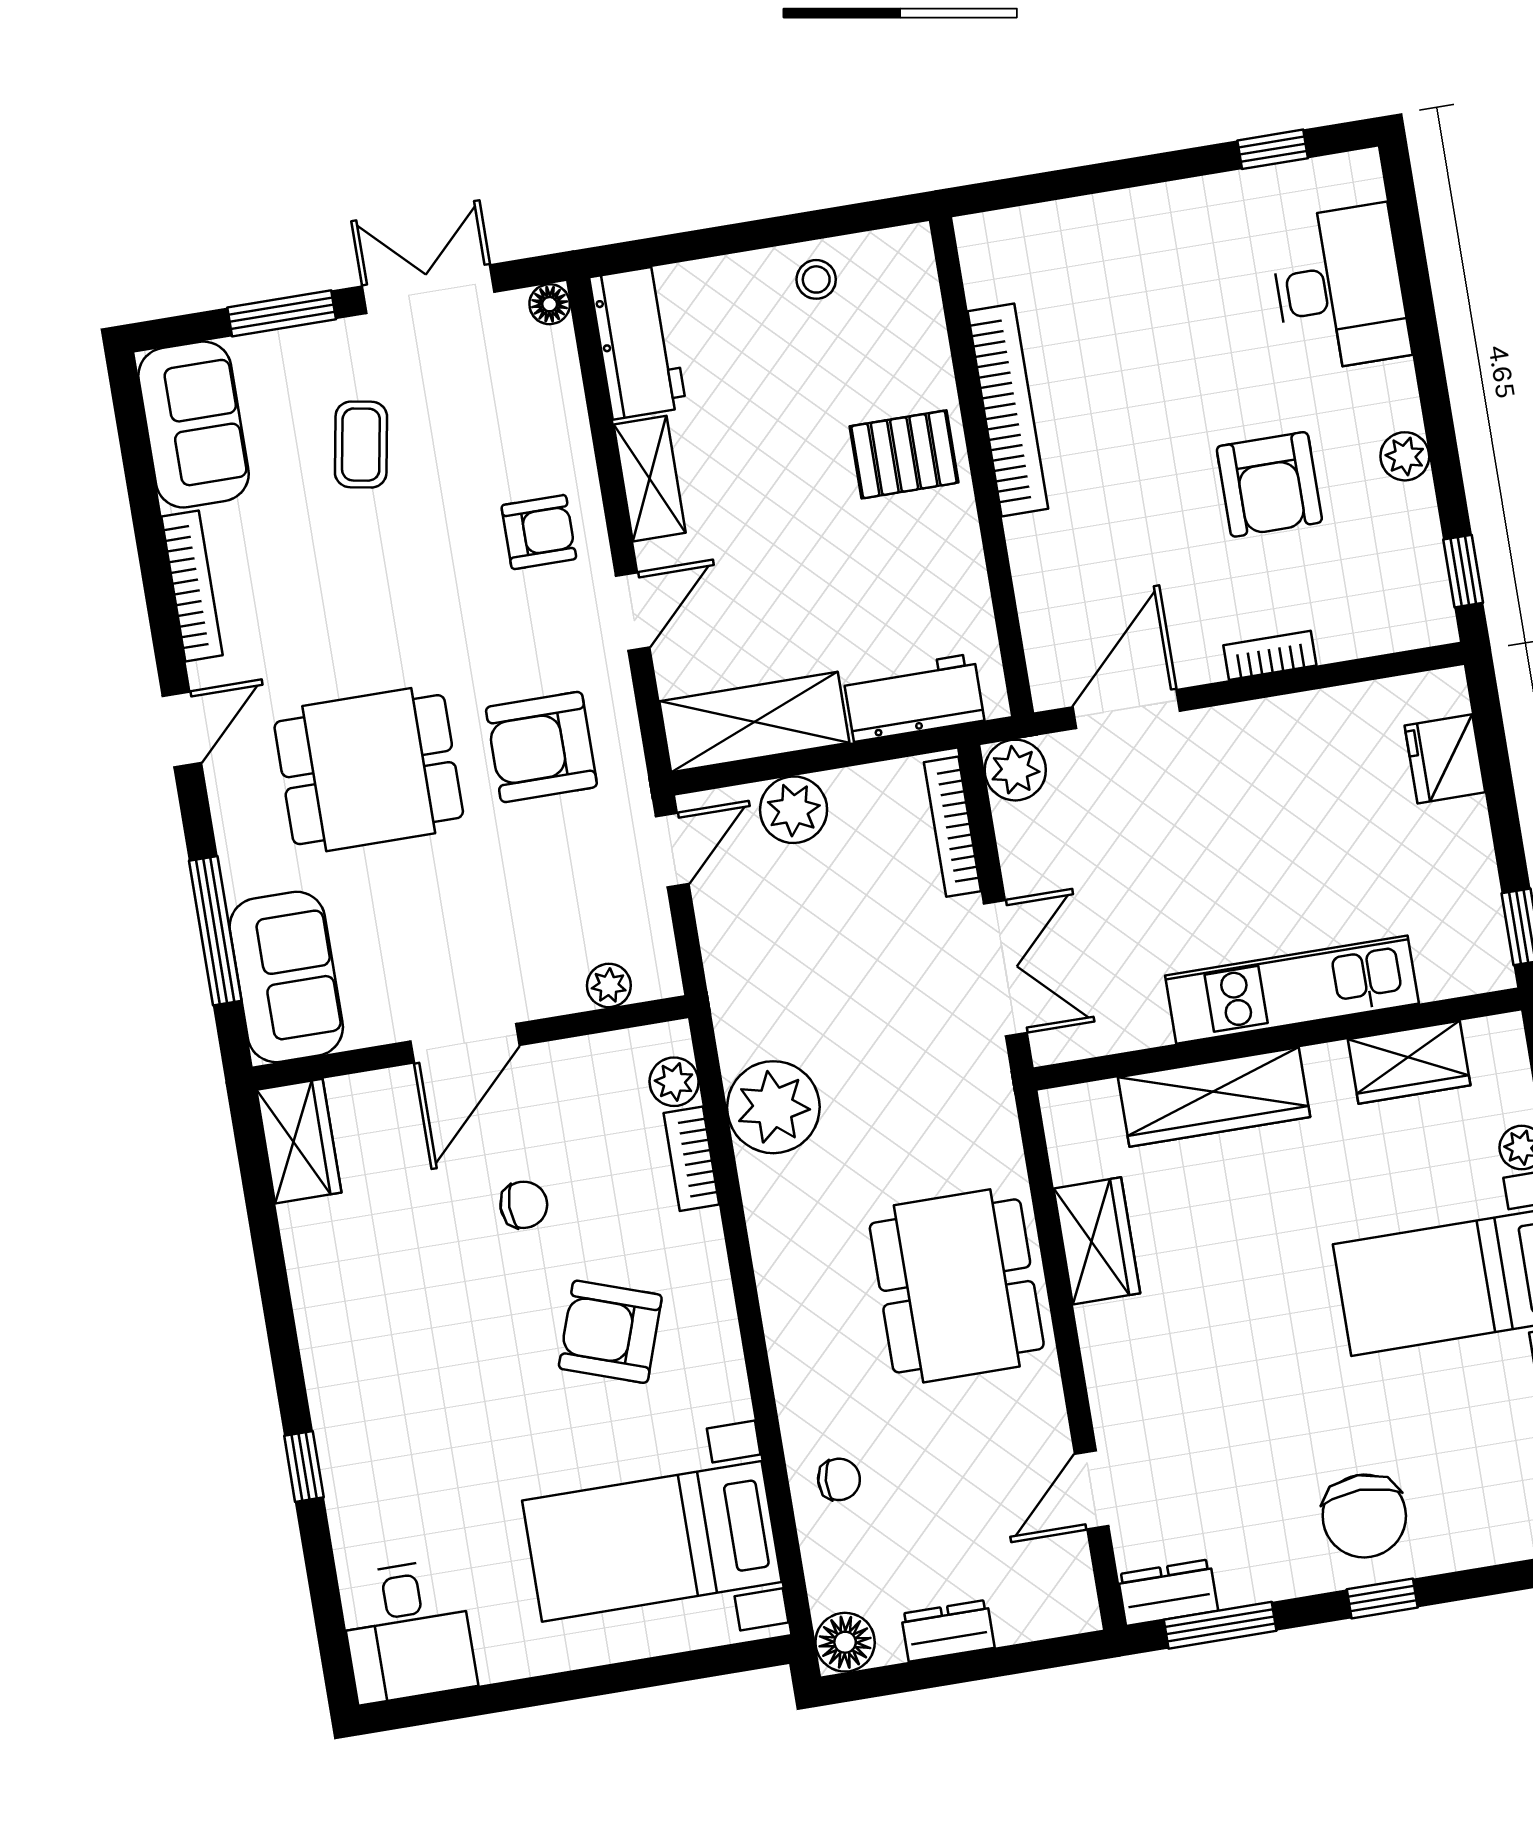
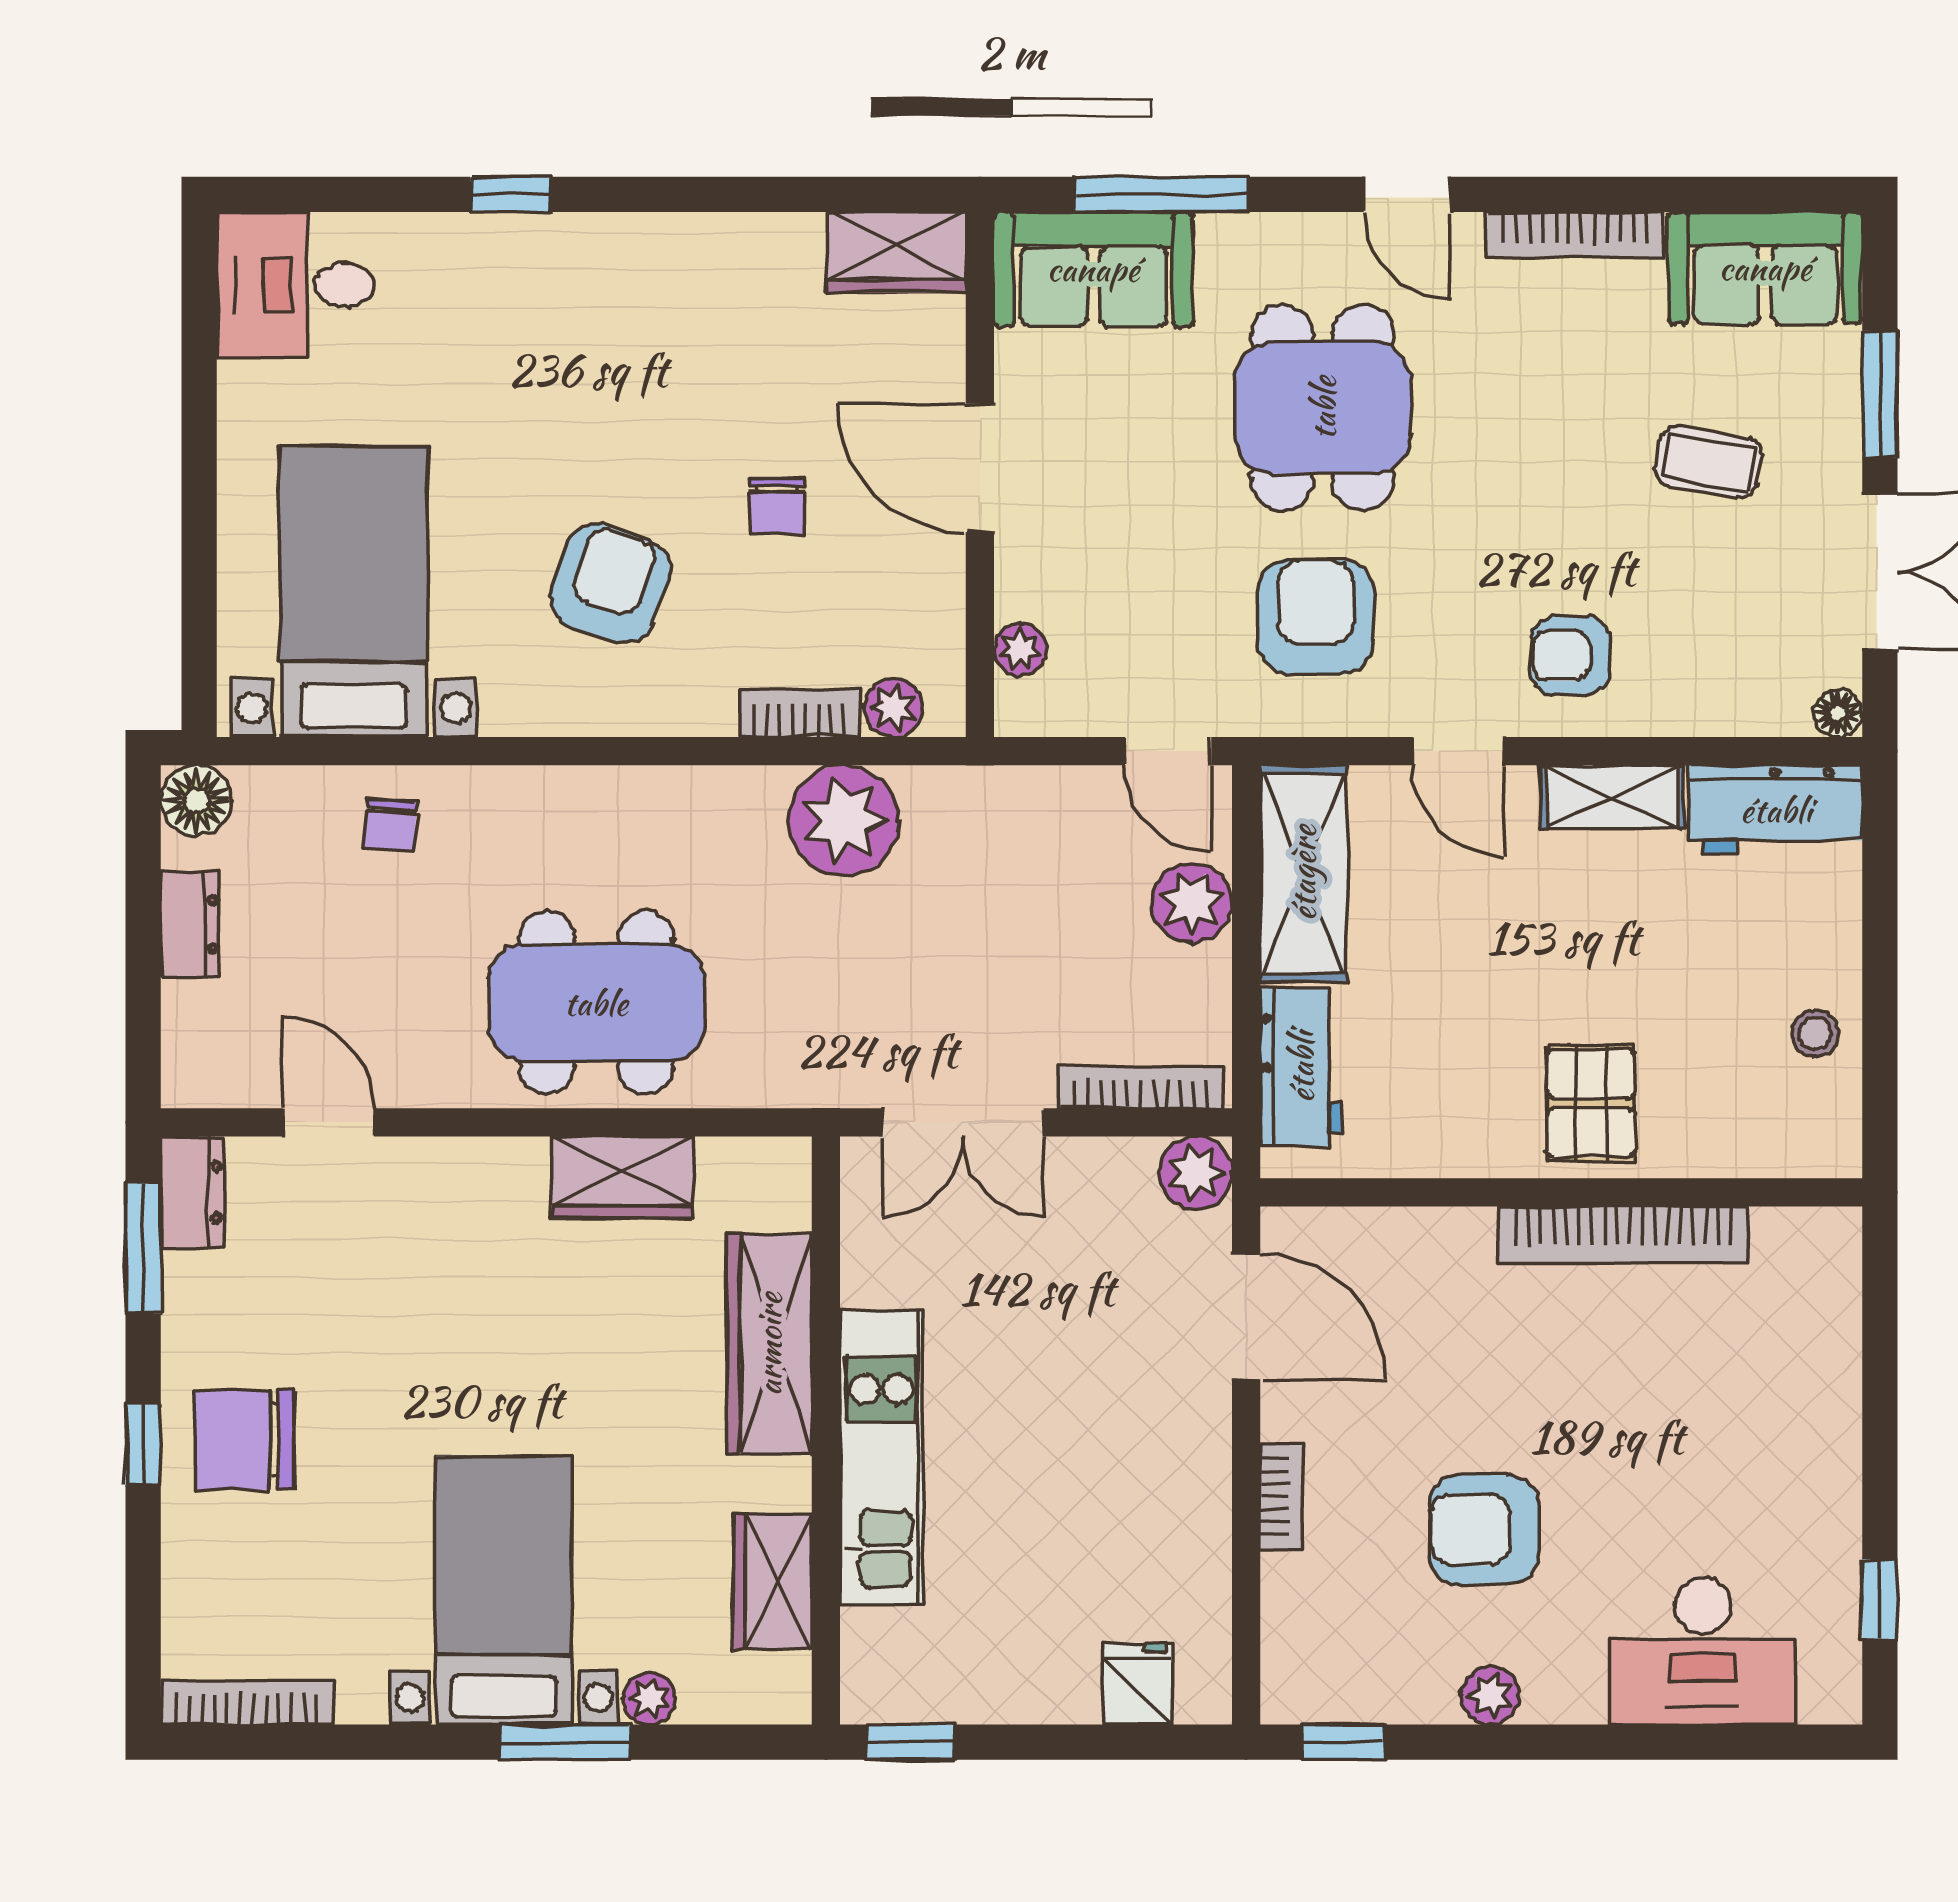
armchair: (539, 532) -> (1571, 656), turned 90
fridge: (1445, 759) -> (1138, 1684), width x0.72

